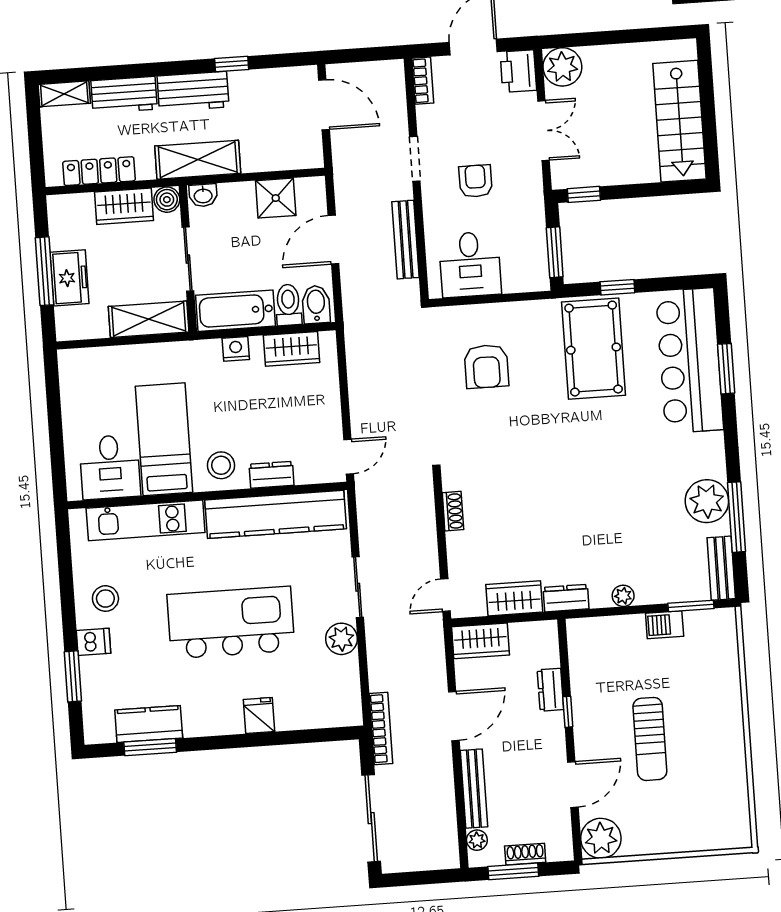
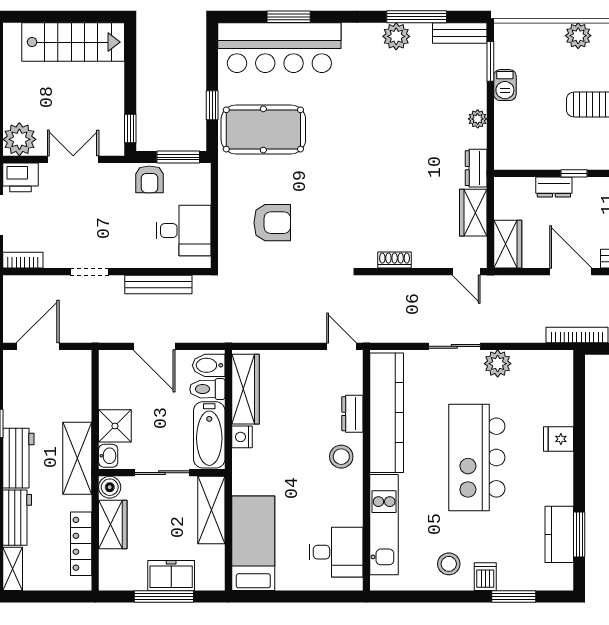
armchair: (475, 181) -> (149, 179), moved, turned -90
shower: (276, 198) -> (115, 426), moved
wardrobe: (291, 349) -> (245, 389), width x1.50
bed: (164, 439) -> (253, 543), moved, turned 90
plant: (707, 501) -> (396, 36), width x0.73, depth x0.73
plant: (728, 706) -> (578, 36), added

